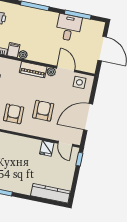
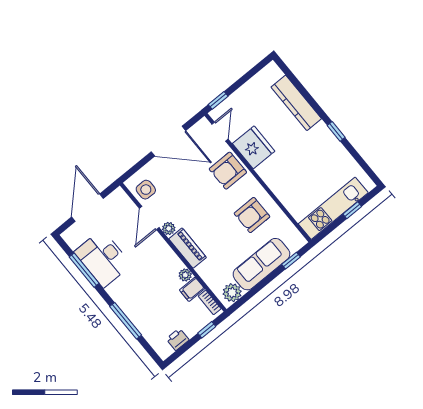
desk: (69, 28) -> (103, 258), width x1.37
armchair: (43, 111) -> (228, 171), moved
fridge: (47, 148) -> (254, 147), width x1.88, depth x1.34
kitchen counter: (50, 193) -> (296, 103), moved

